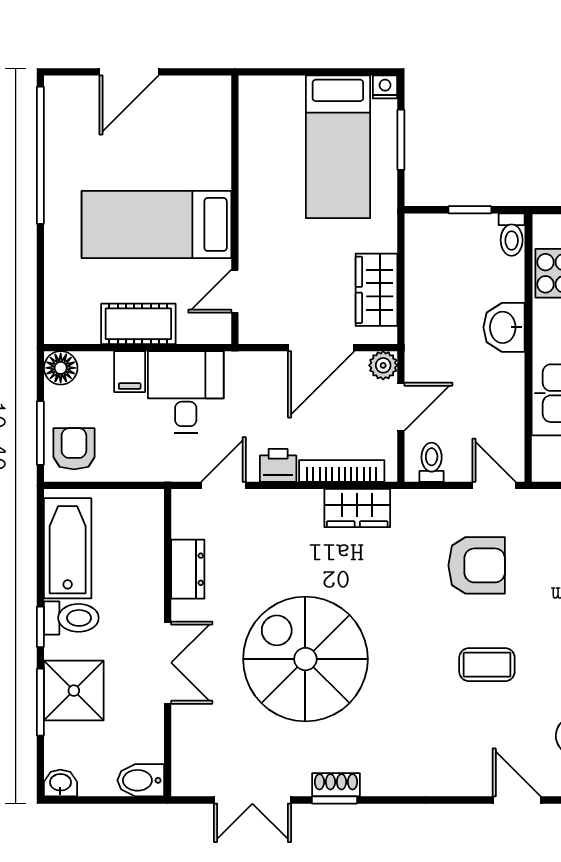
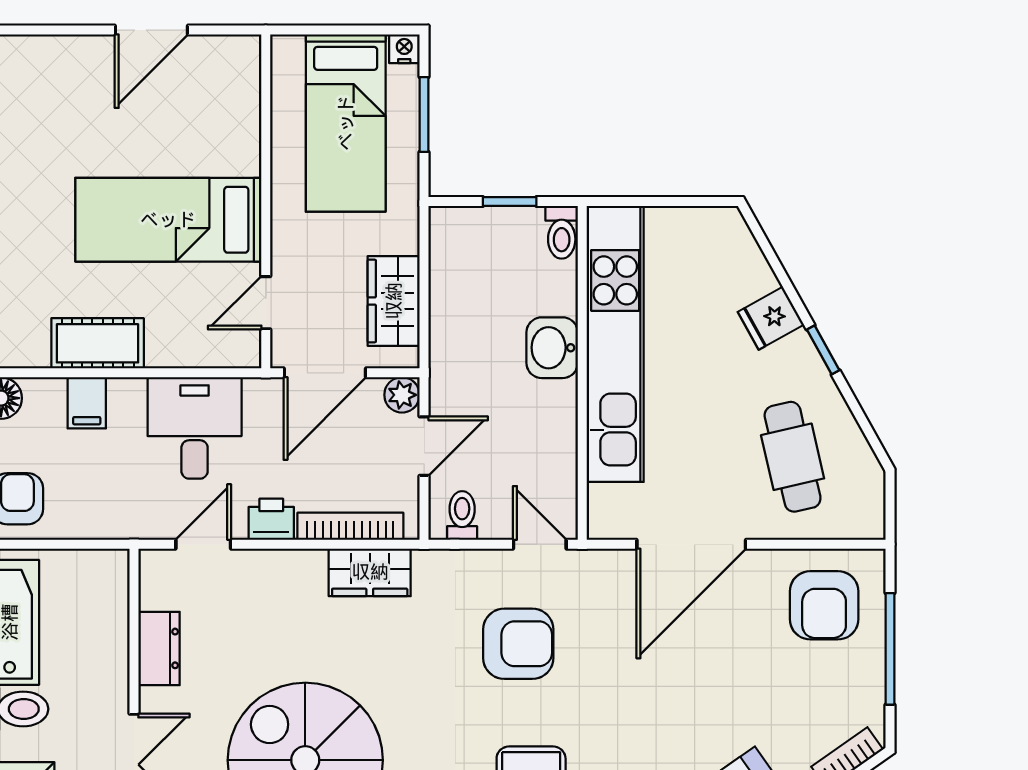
door: (129, 72) -> (151, 30), moved
wall: (235, 210) -> (266, 201), moved
bed: (156, 224) -> (168, 220), moved
door: (235, 291) -> (266, 303), moved
desk: (186, 392) -> (195, 428), moved

